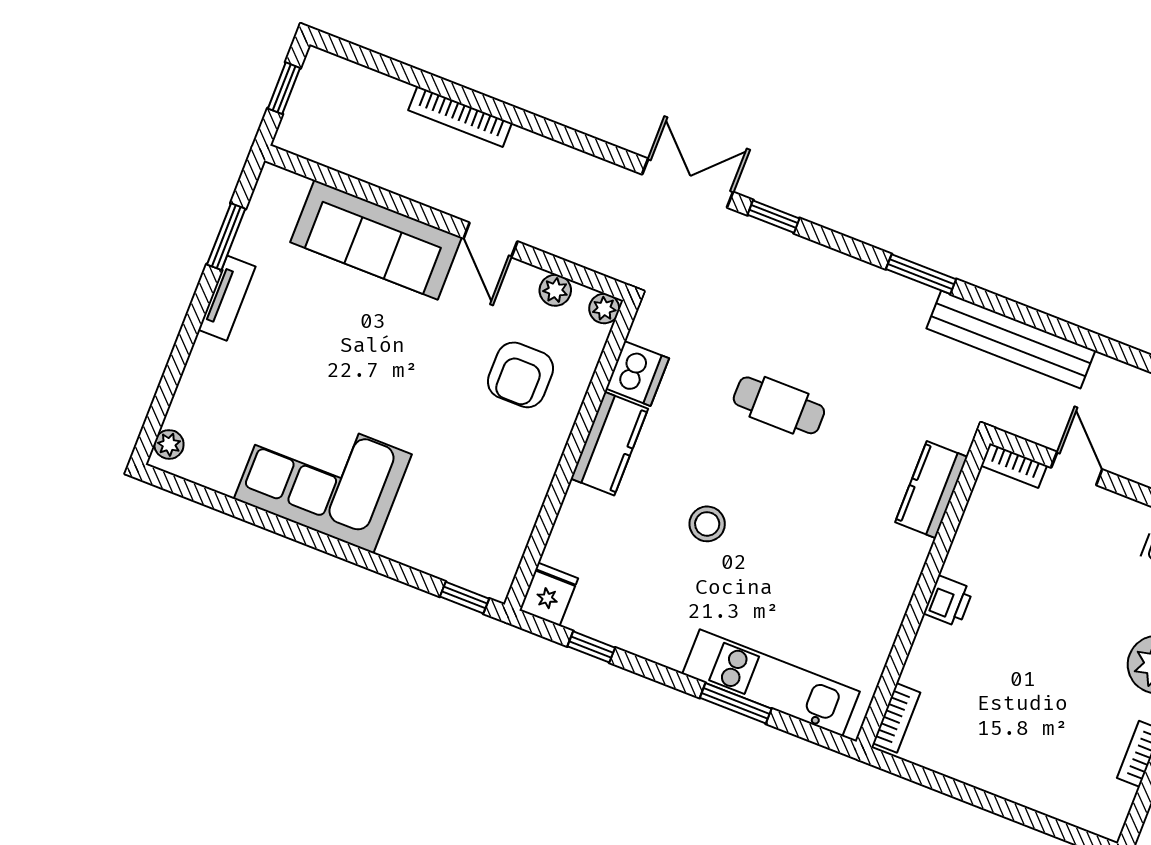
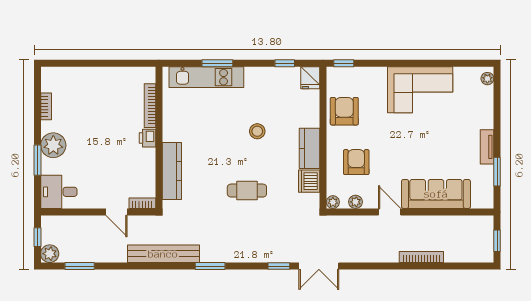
kitchen counter: (931, 490) -> (172, 171), width x1.50
armchair: (503, 494) -> (344, 111), added
bookcase: (897, 718) -> (150, 106), moved, width x1.56

